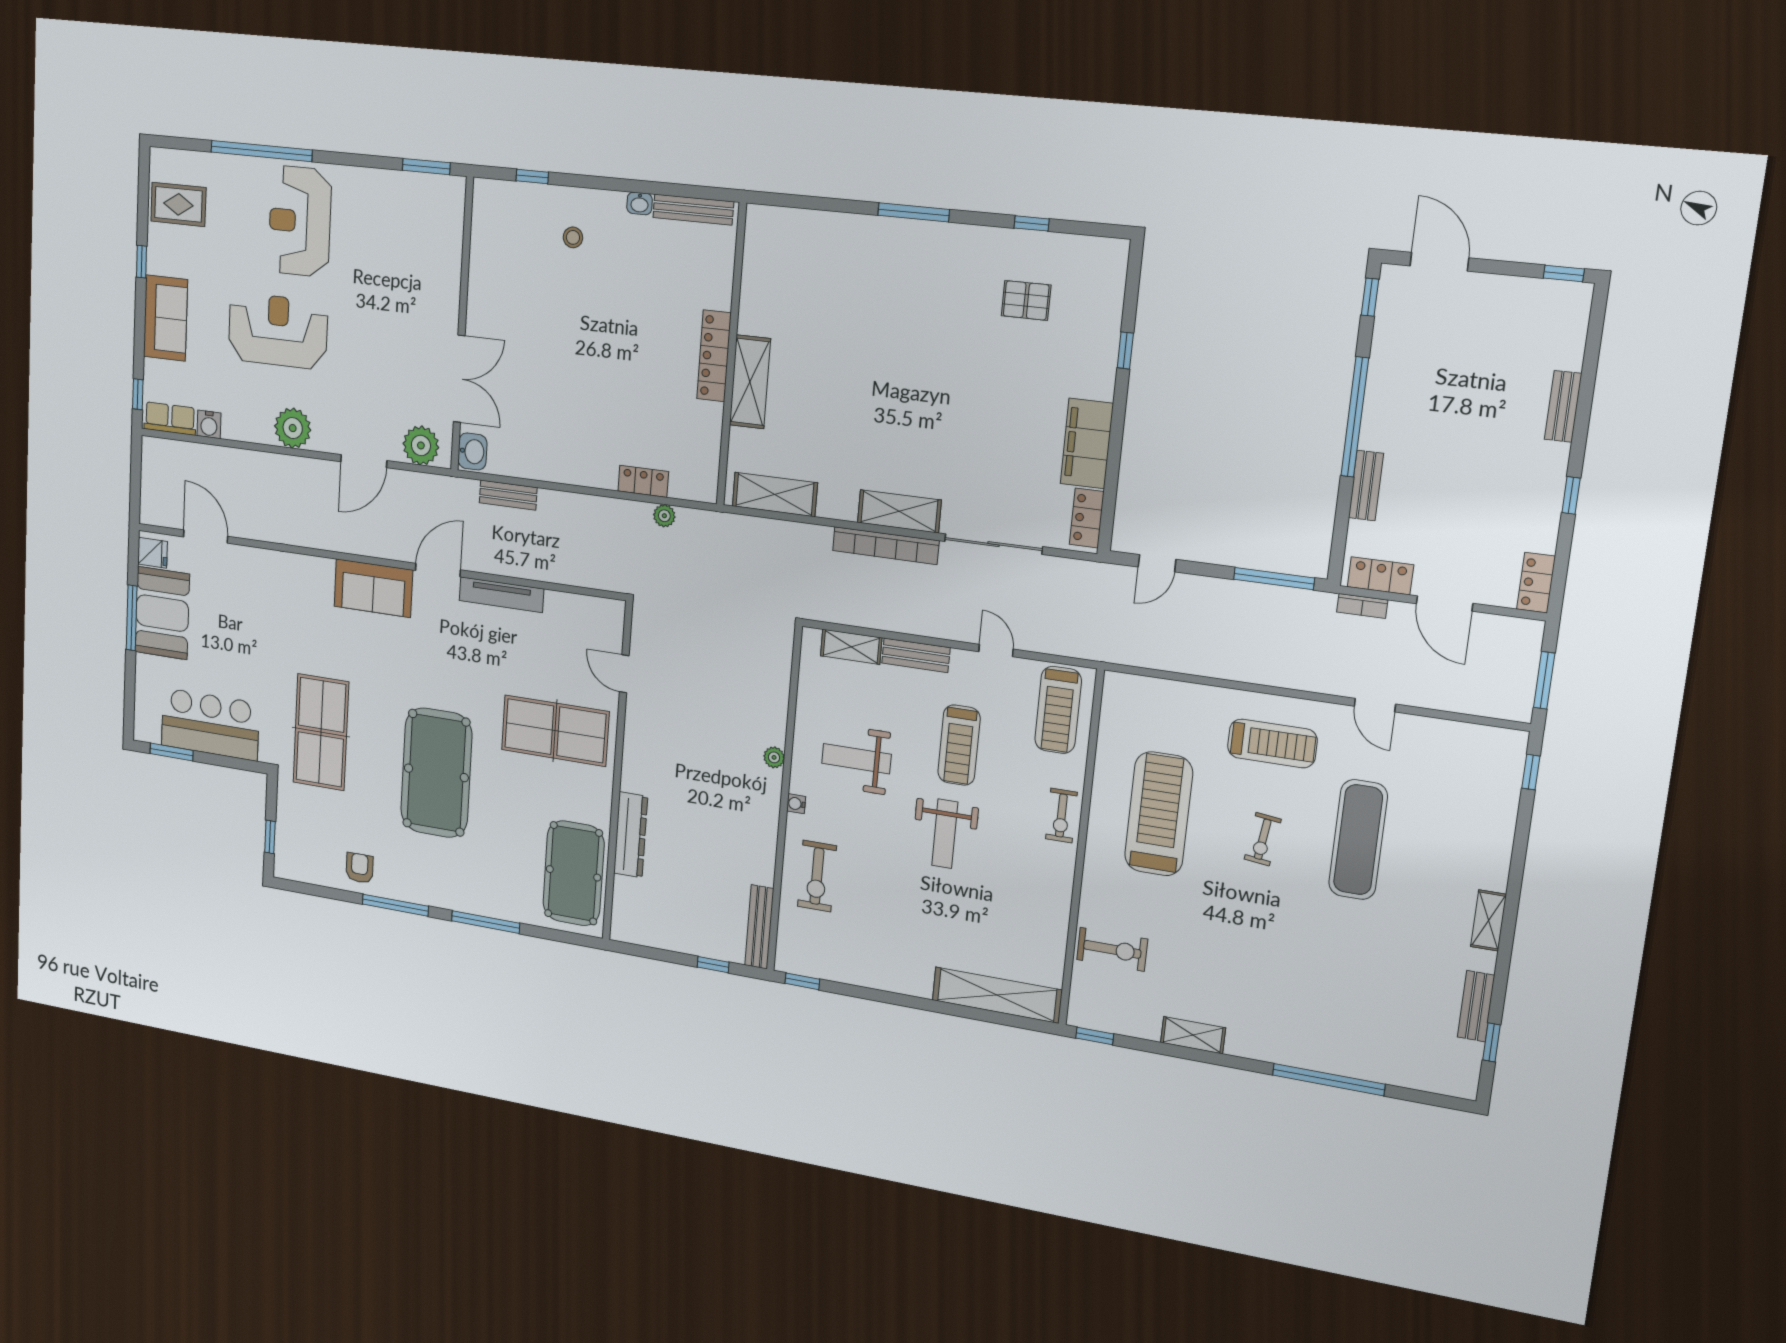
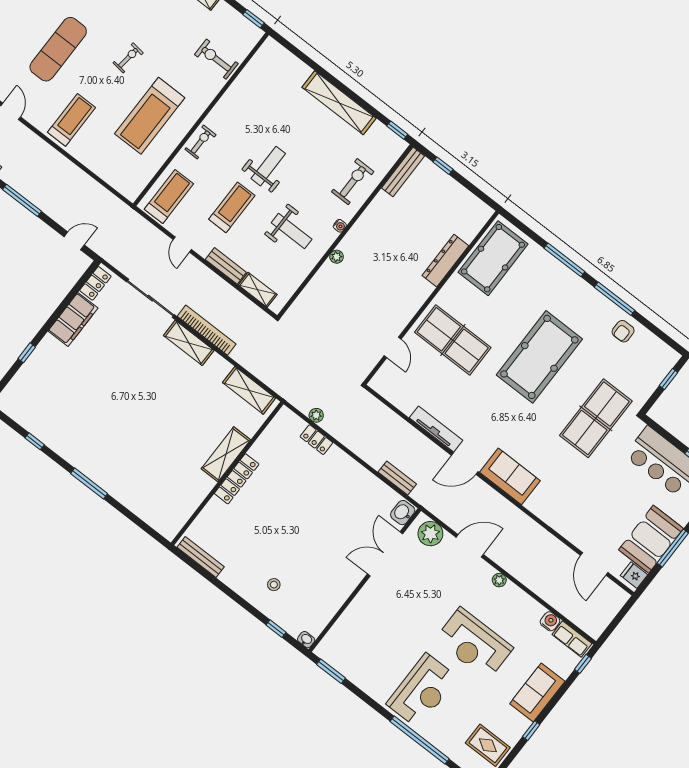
washbasin: (640, 203) -> (306, 640), moved
pallet: (1026, 300) -> (60, 407), removed
plant: (293, 428) -> (499, 580), width x0.53, depth x0.53
treadmill: (1272, 743) -> (72, 120), turned 90
exercise bike: (1263, 839) -> (128, 58), moved
shelving: (997, 995) -> (339, 103), moved

